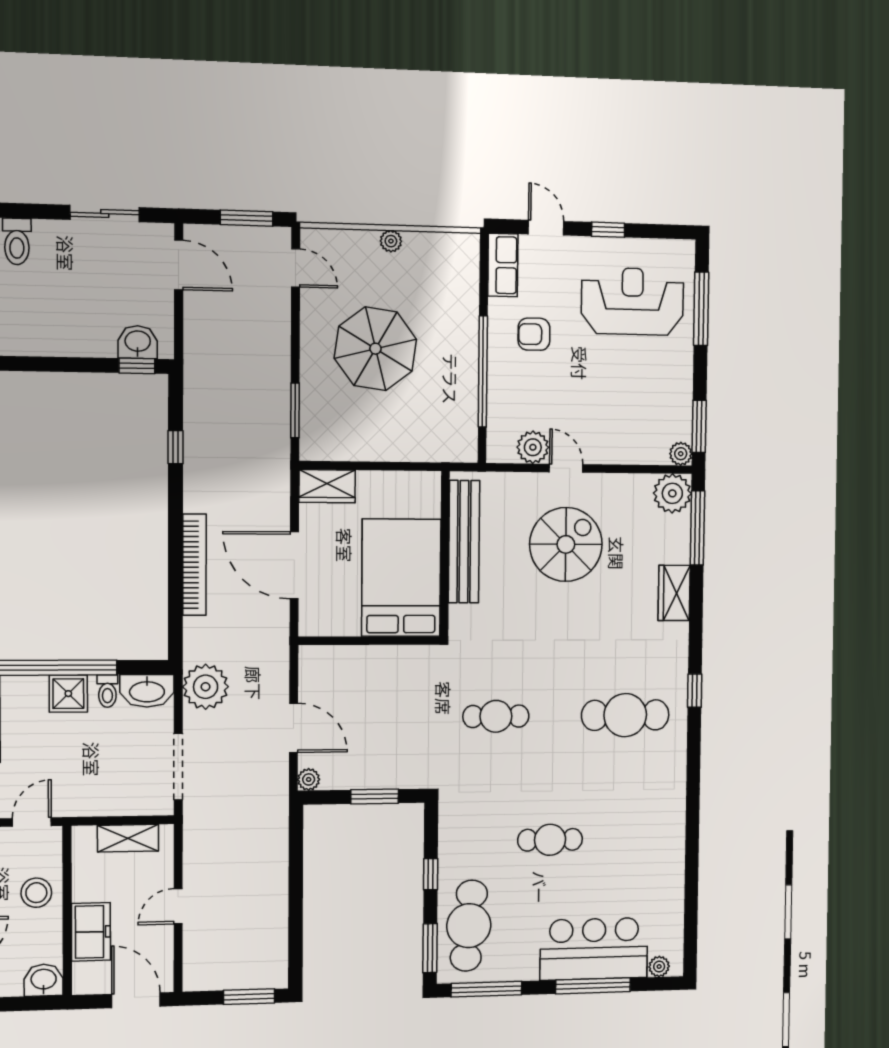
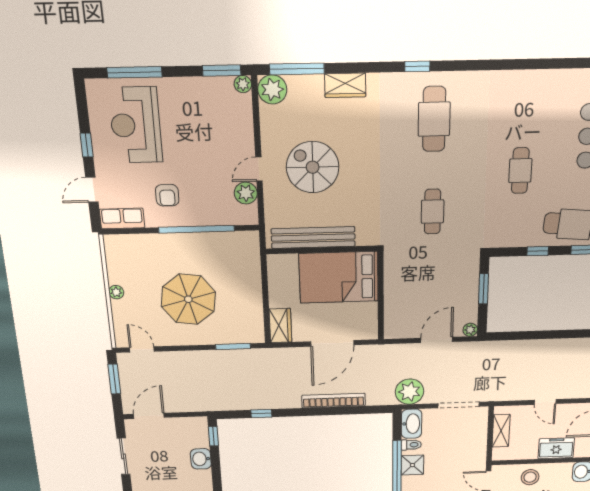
door: (296, 268) -> (142, 349), hinge flipped
washbasin: (138, 342) -> (201, 459), moved

